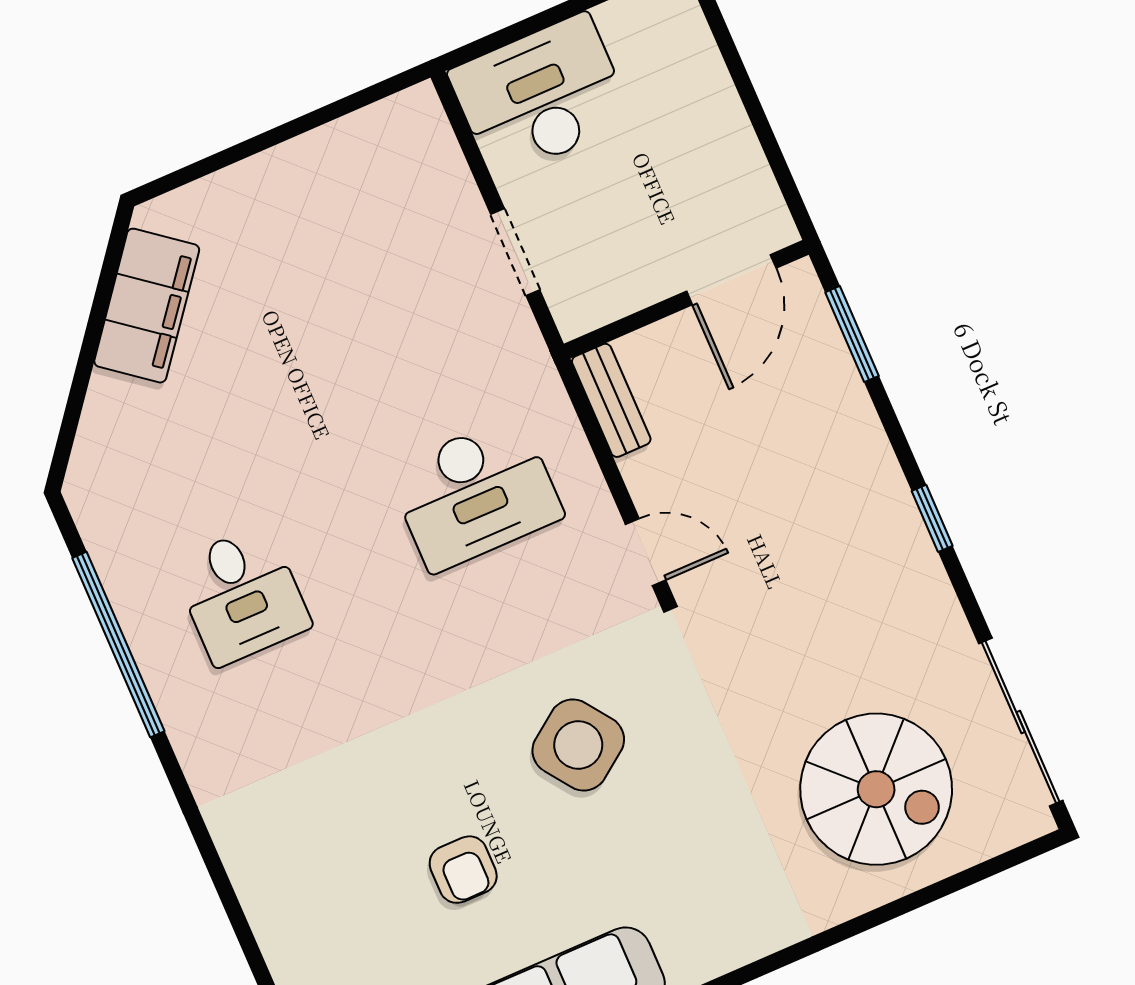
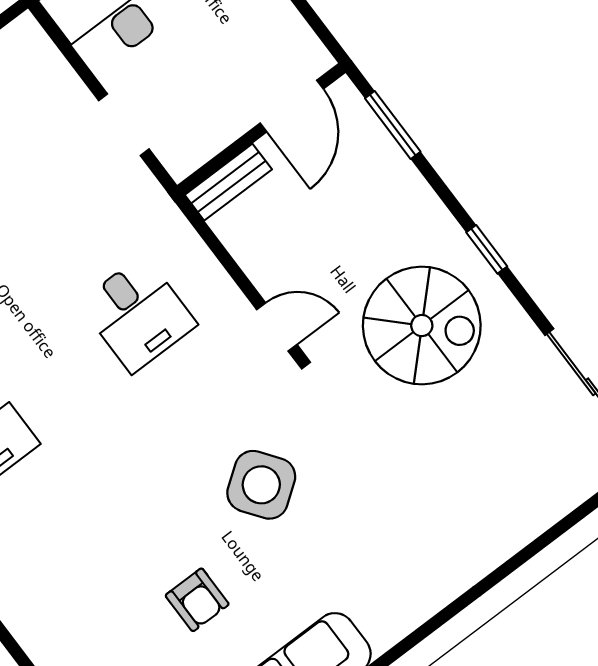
bench: (611, 400) -> (228, 182), moved, turned 90
desk: (475, 493) -> (138, 314), width x0.73
spiral stairs: (876, 789) -> (422, 326), moved

